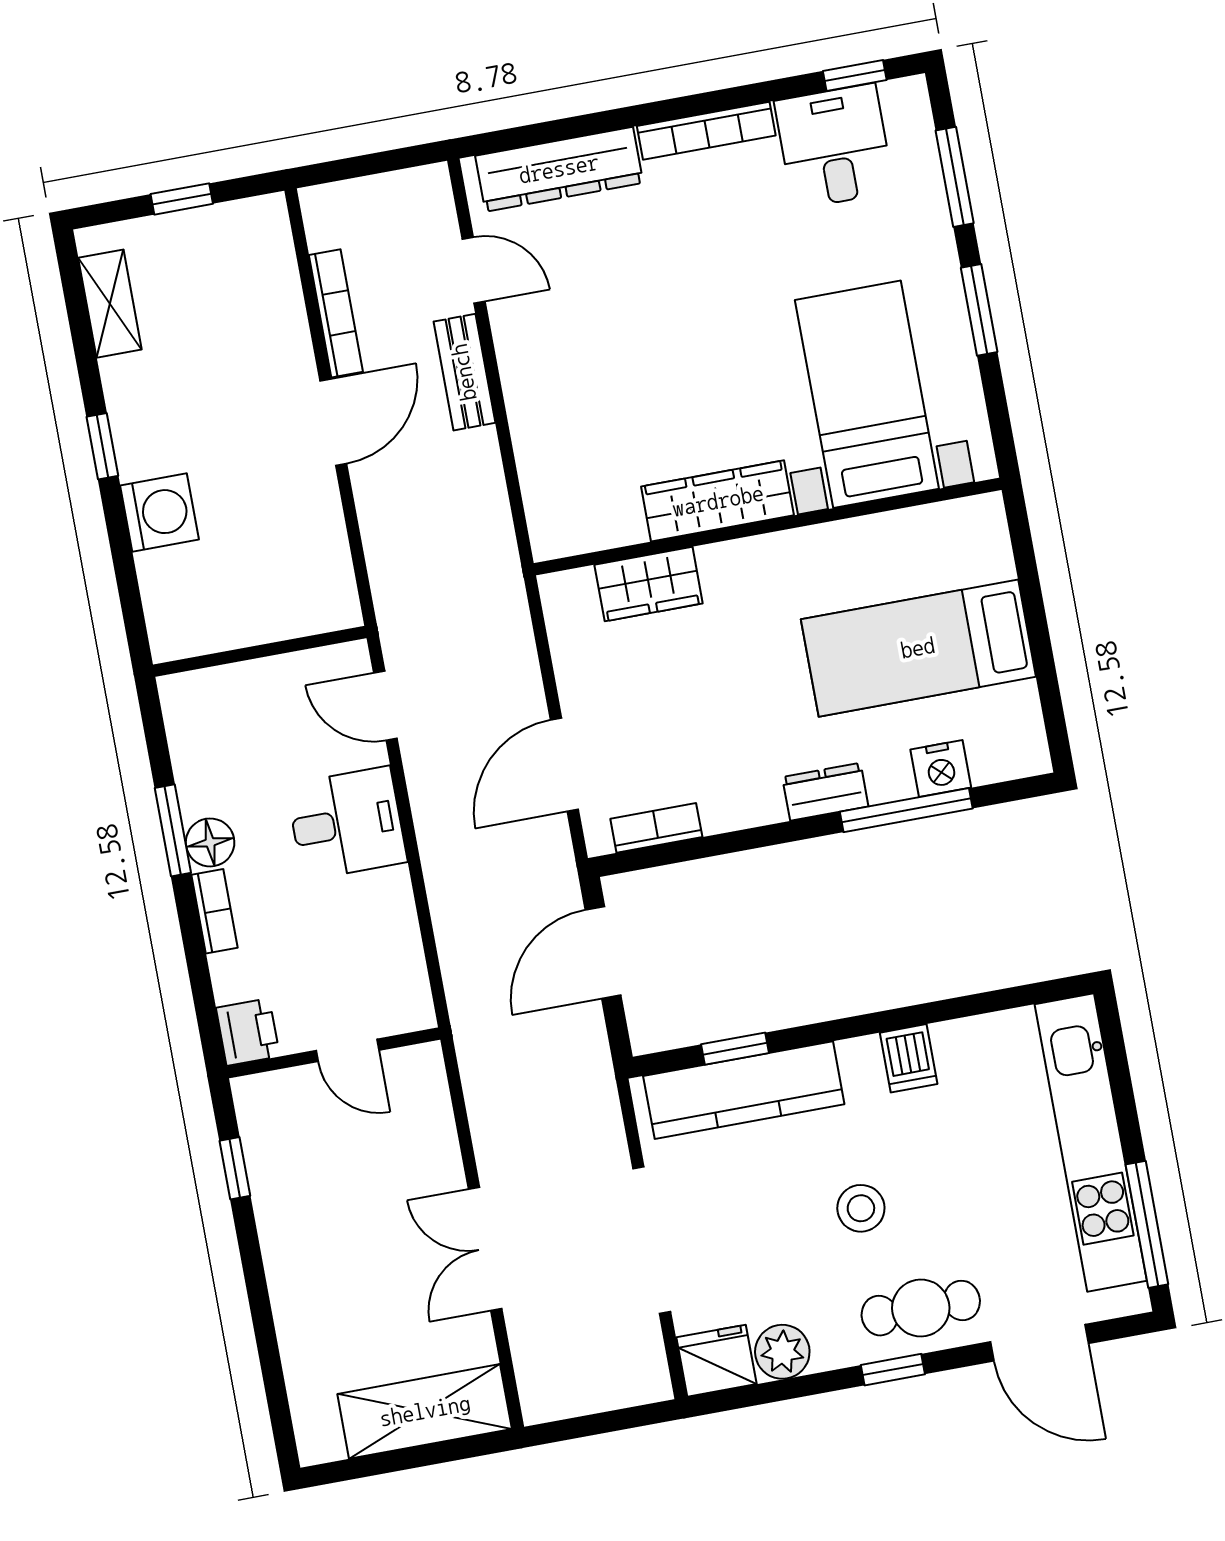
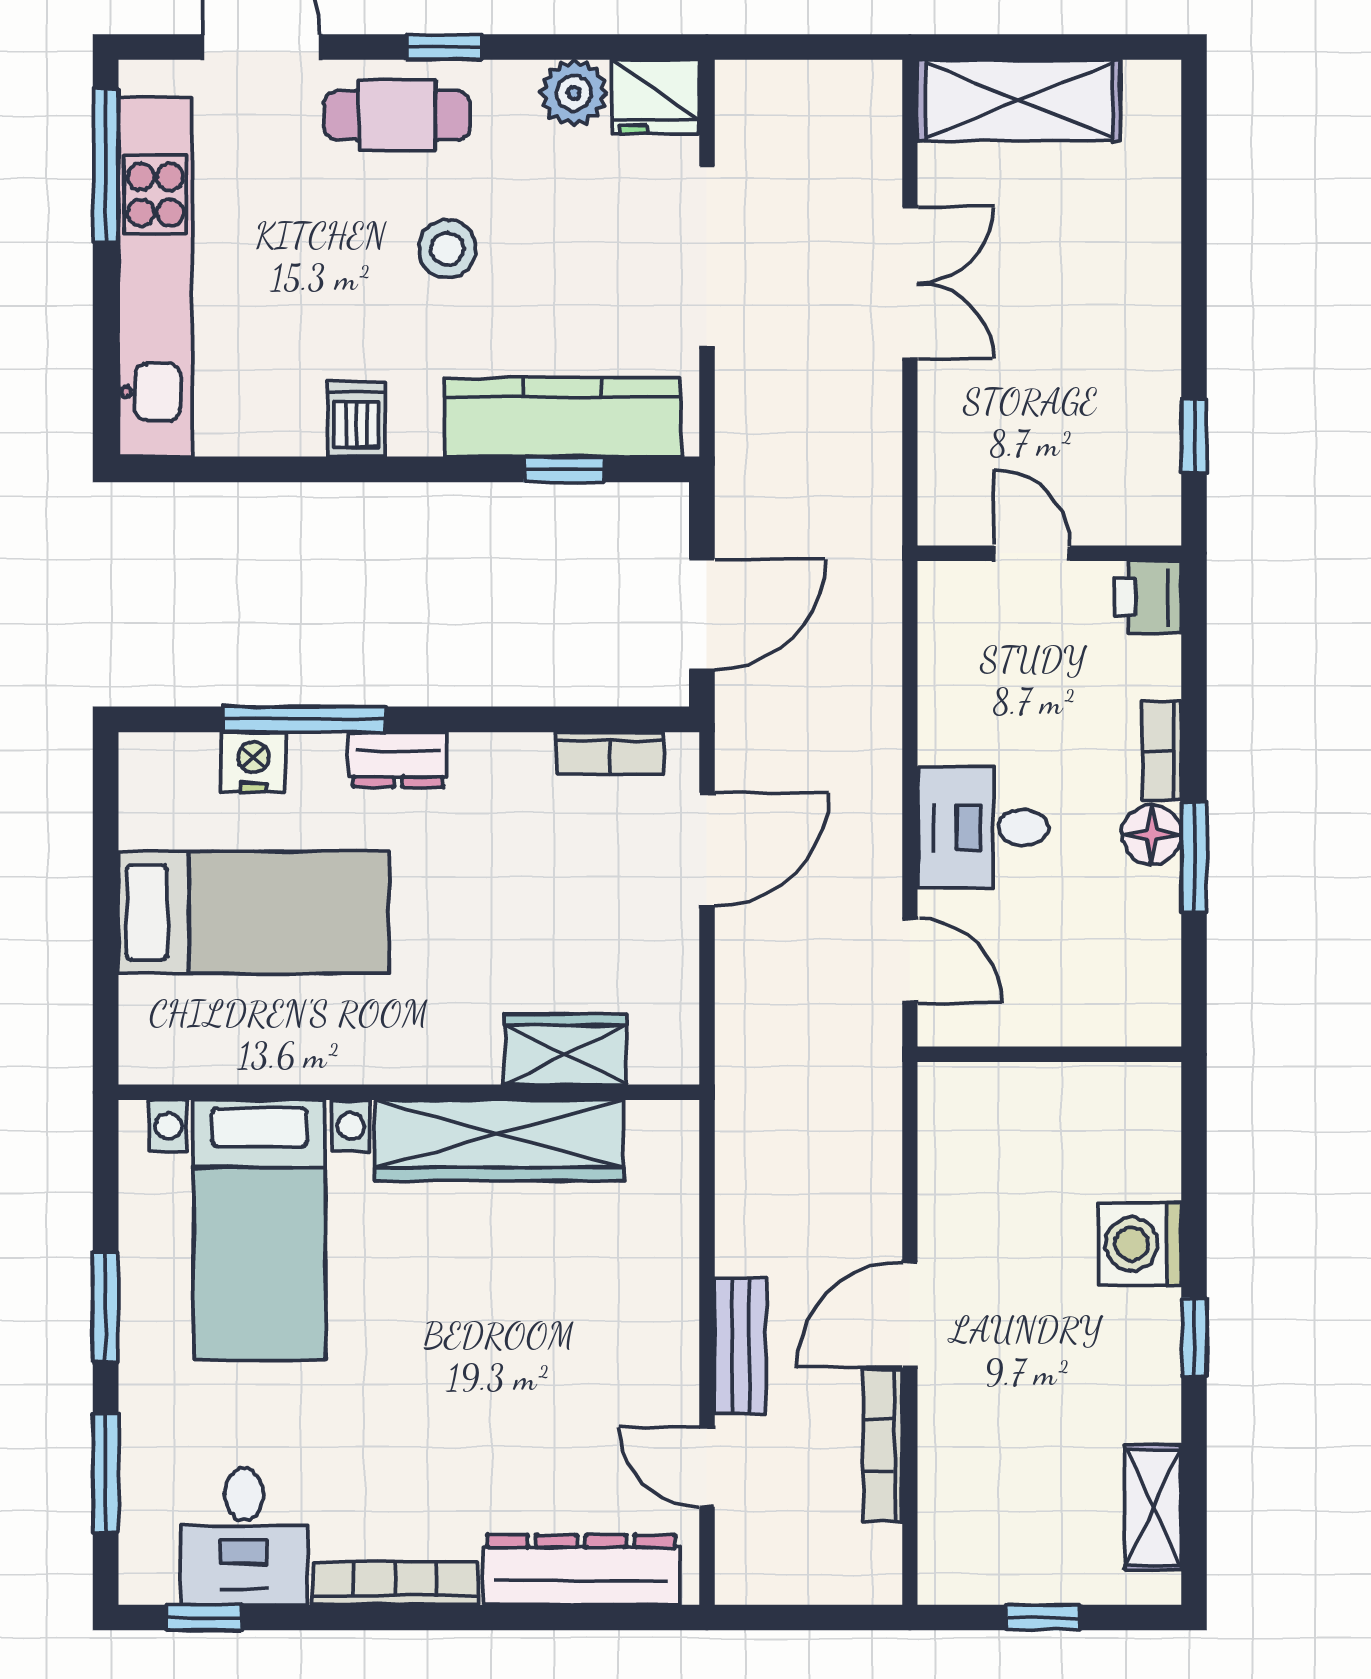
wardrobe: (718, 501) -> (499, 1140), width x1.40, depth x1.17

